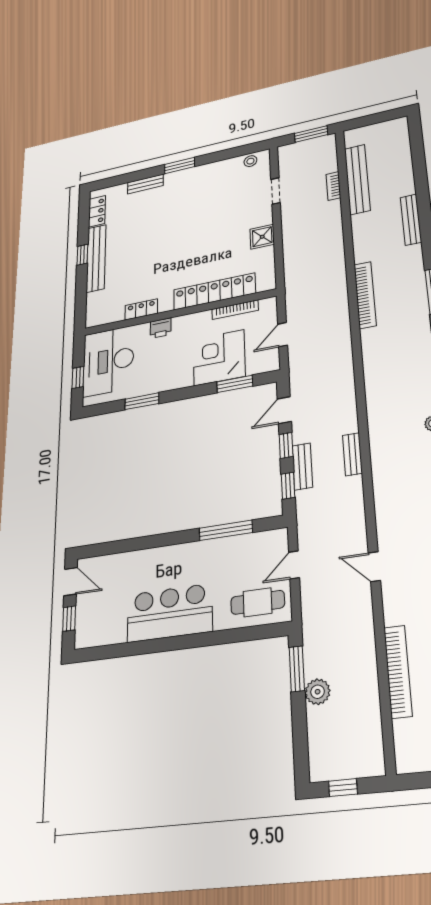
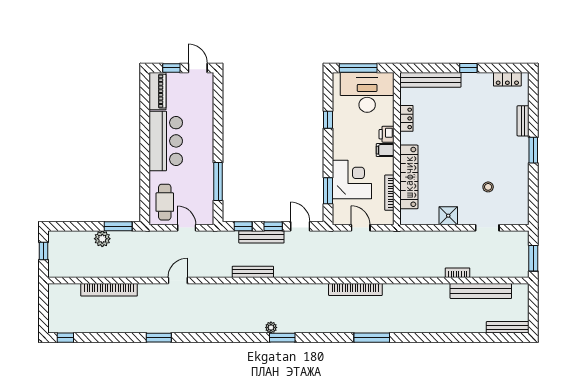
stool: (250, 161) -> (488, 187), moved
bookcase: (333, 186) -> (458, 273), moved
bench: (411, 220) -> (508, 327), moved
bench: (96, 258) -> (431, 80), moved
bookcase: (365, 295) -> (355, 289), moved
filing cabinet: (181, 326) -> (385, 150), added
window: (78, 377) -> (358, 68), width x2.17
window: (142, 401) -> (328, 120), width x0.67
bench: (352, 454) -> (253, 272), width x1.36
bench: (302, 466) -> (261, 237), width x1.36
door: (70, 582) -> (198, 68), swing flipped
piano: (100, 634) -> (158, 91), added

